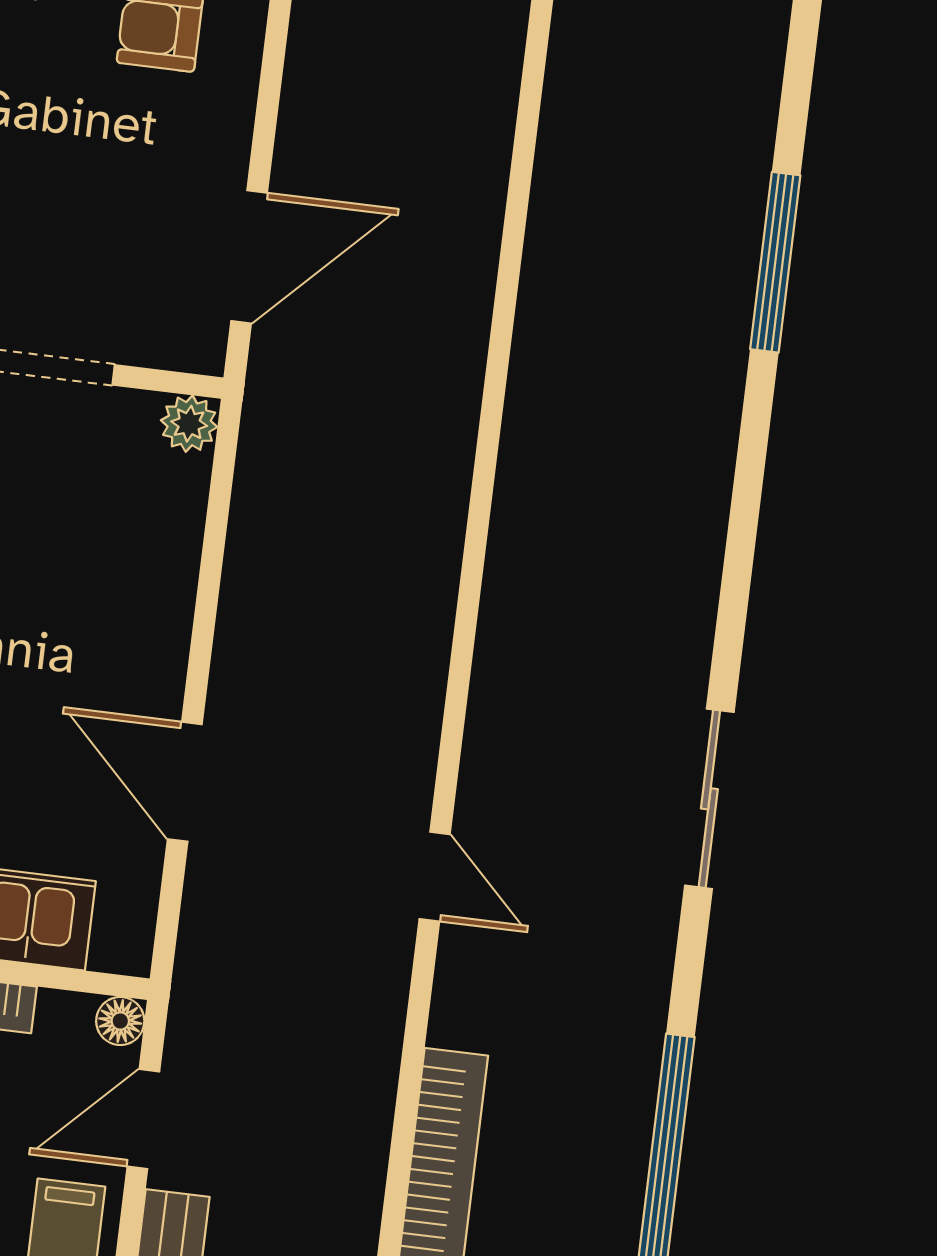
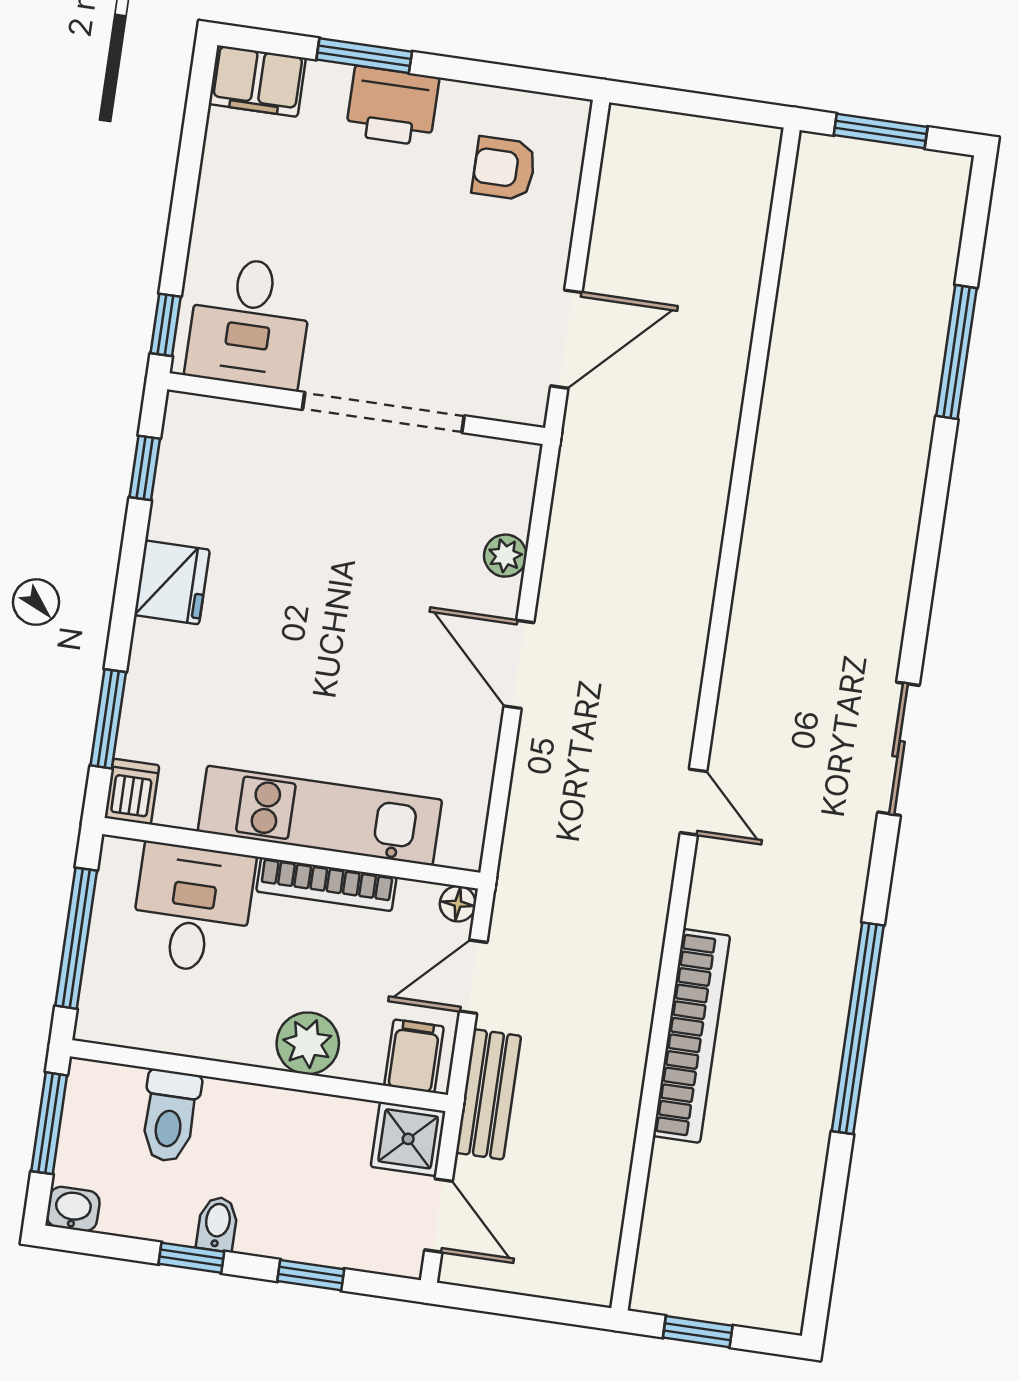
plant: (189, 424) -> (505, 556), moved
door: (185, 782) -> (519, 664), moved

